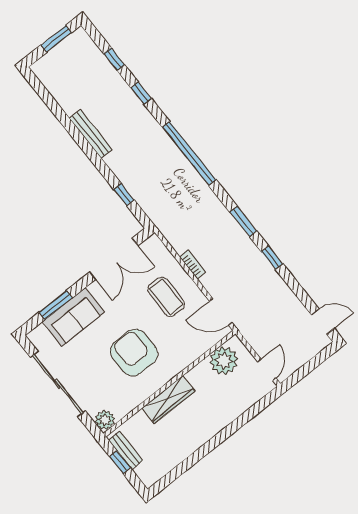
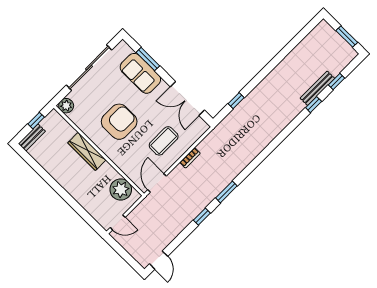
bench: (91, 134) -> (317, 88), moved
window: (189, 153) -> (273, 146), removed
bench: (126, 450) -> (32, 137), moved

